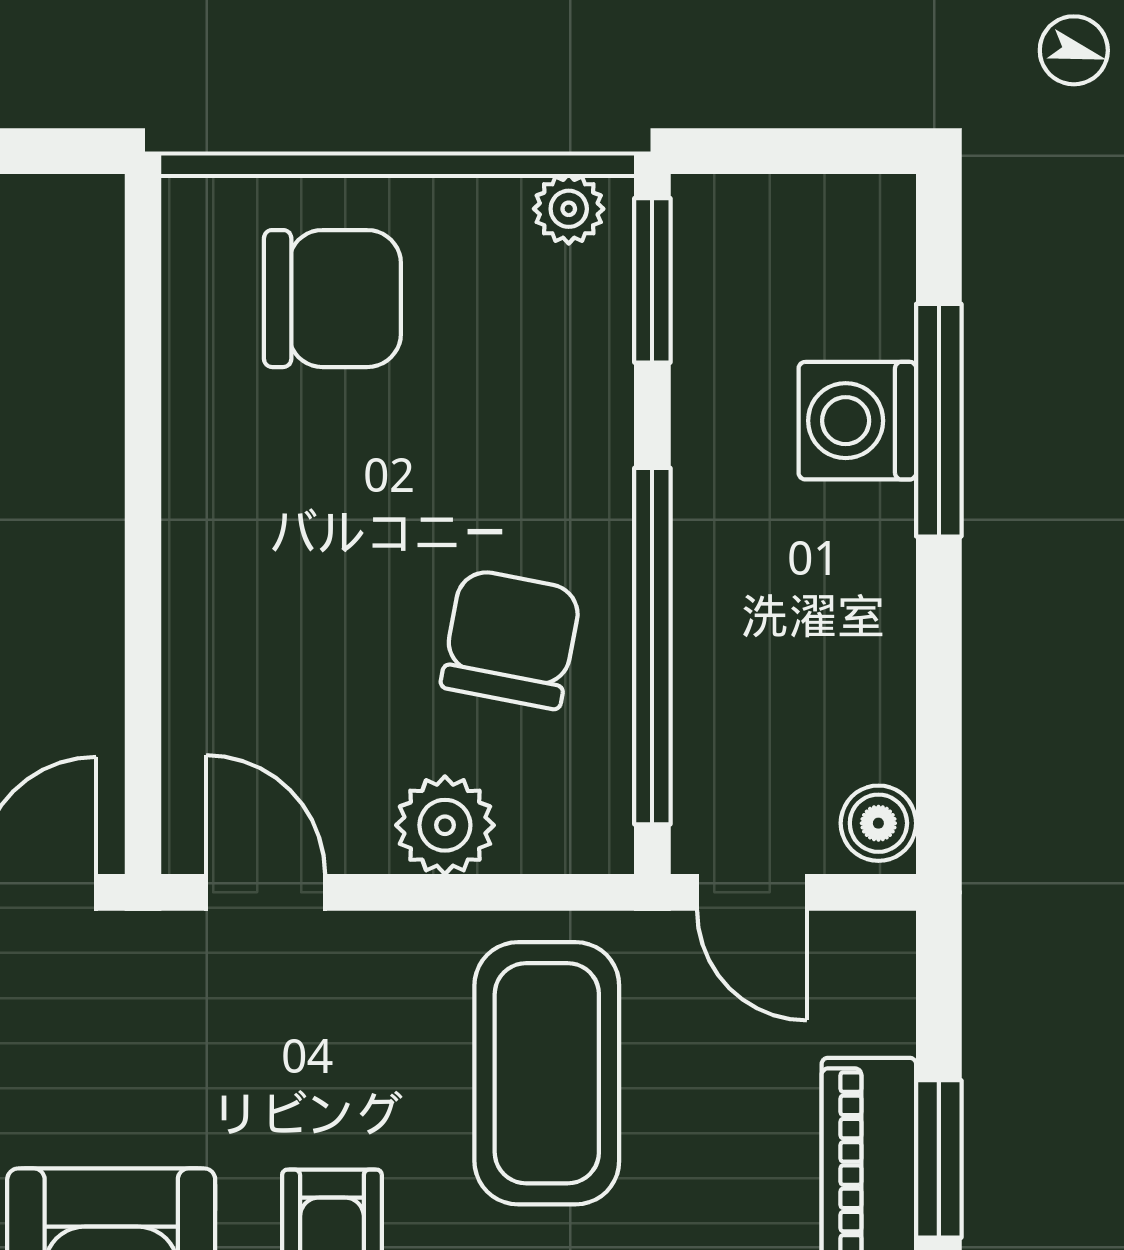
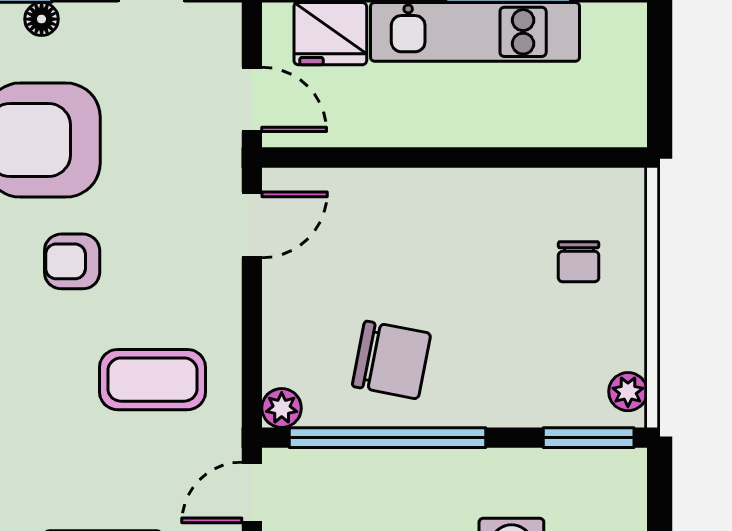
chair: (332, 299) -> (579, 262), width x0.54, depth x0.54
plant: (445, 825) -> (282, 408), moved, width x0.73, depth x0.73
coffee table: (547, 1073) -> (153, 380), width x0.73, depth x0.76

